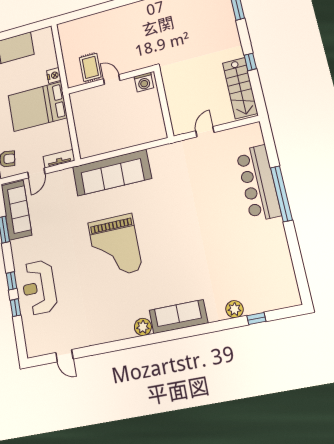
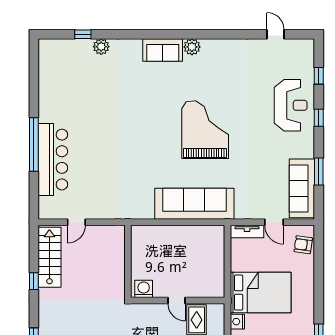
door: (205, 132) -> (76, 222), moved
door: (36, 173) -> (274, 222), swing flipped
window: (16, 308) -> (319, 76), moved
sofa: (178, 317) -> (163, 50), width x0.73

